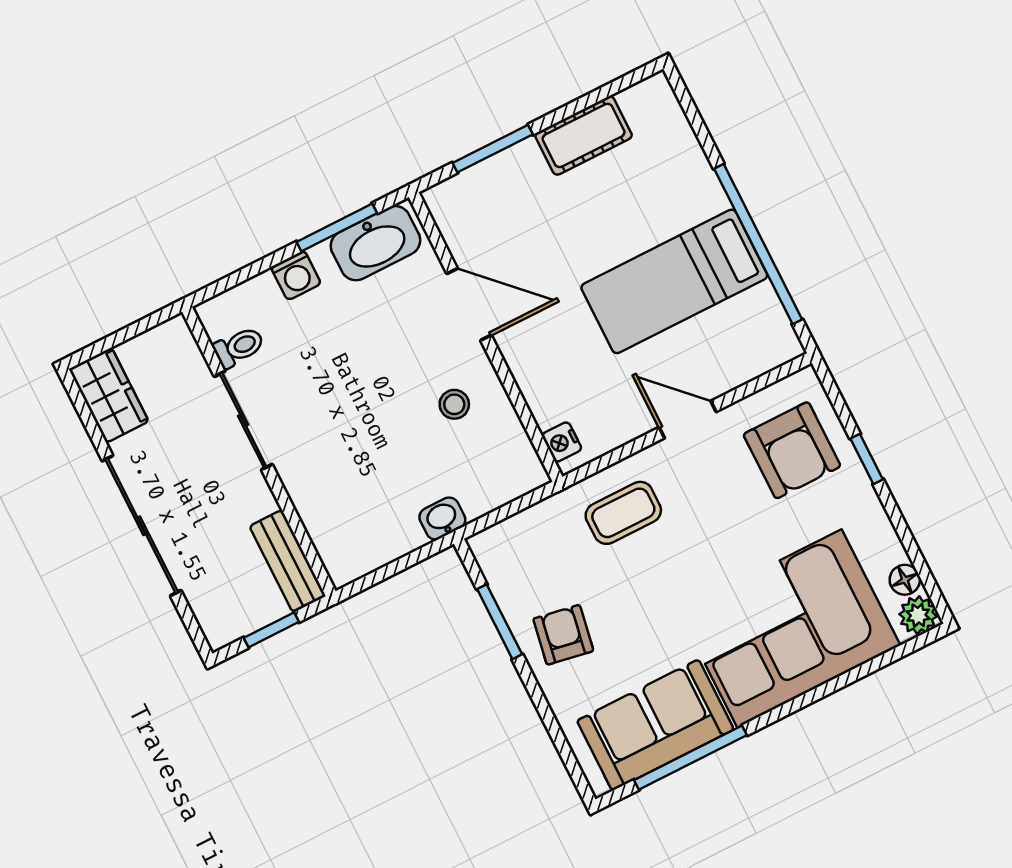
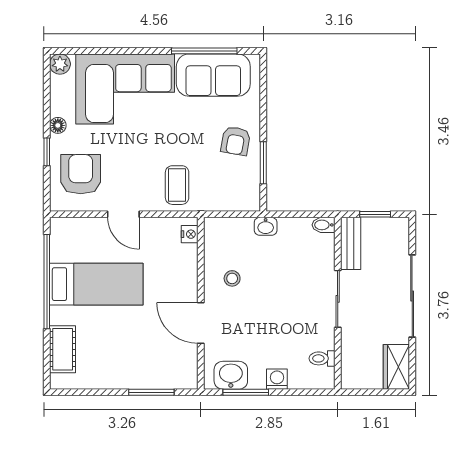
cot: (584, 135) -> (63, 349), moved, turned 90
washbasin: (375, 243) -> (231, 375), width x0.72
sliding door: (243, 420) -> (338, 299), moved
coffee table: (623, 513) -> (177, 185), turned 90
bidet: (348, 569) -> (323, 225), added
floor lamp: (905, 580) -> (58, 125), moved

